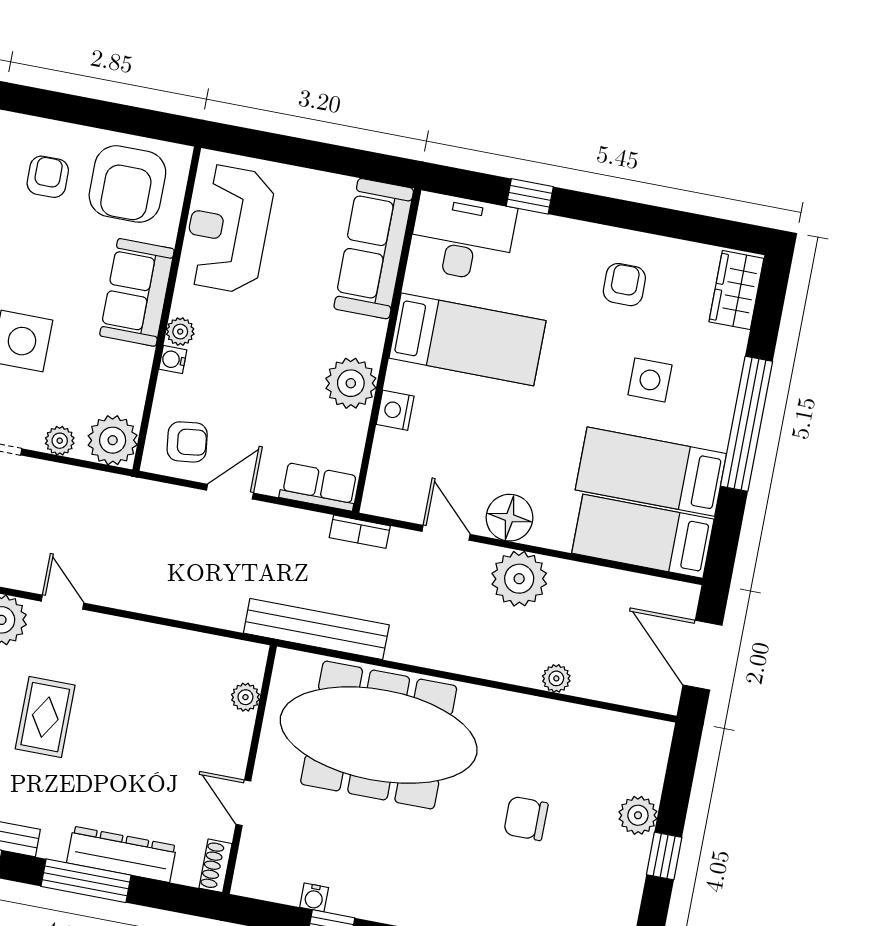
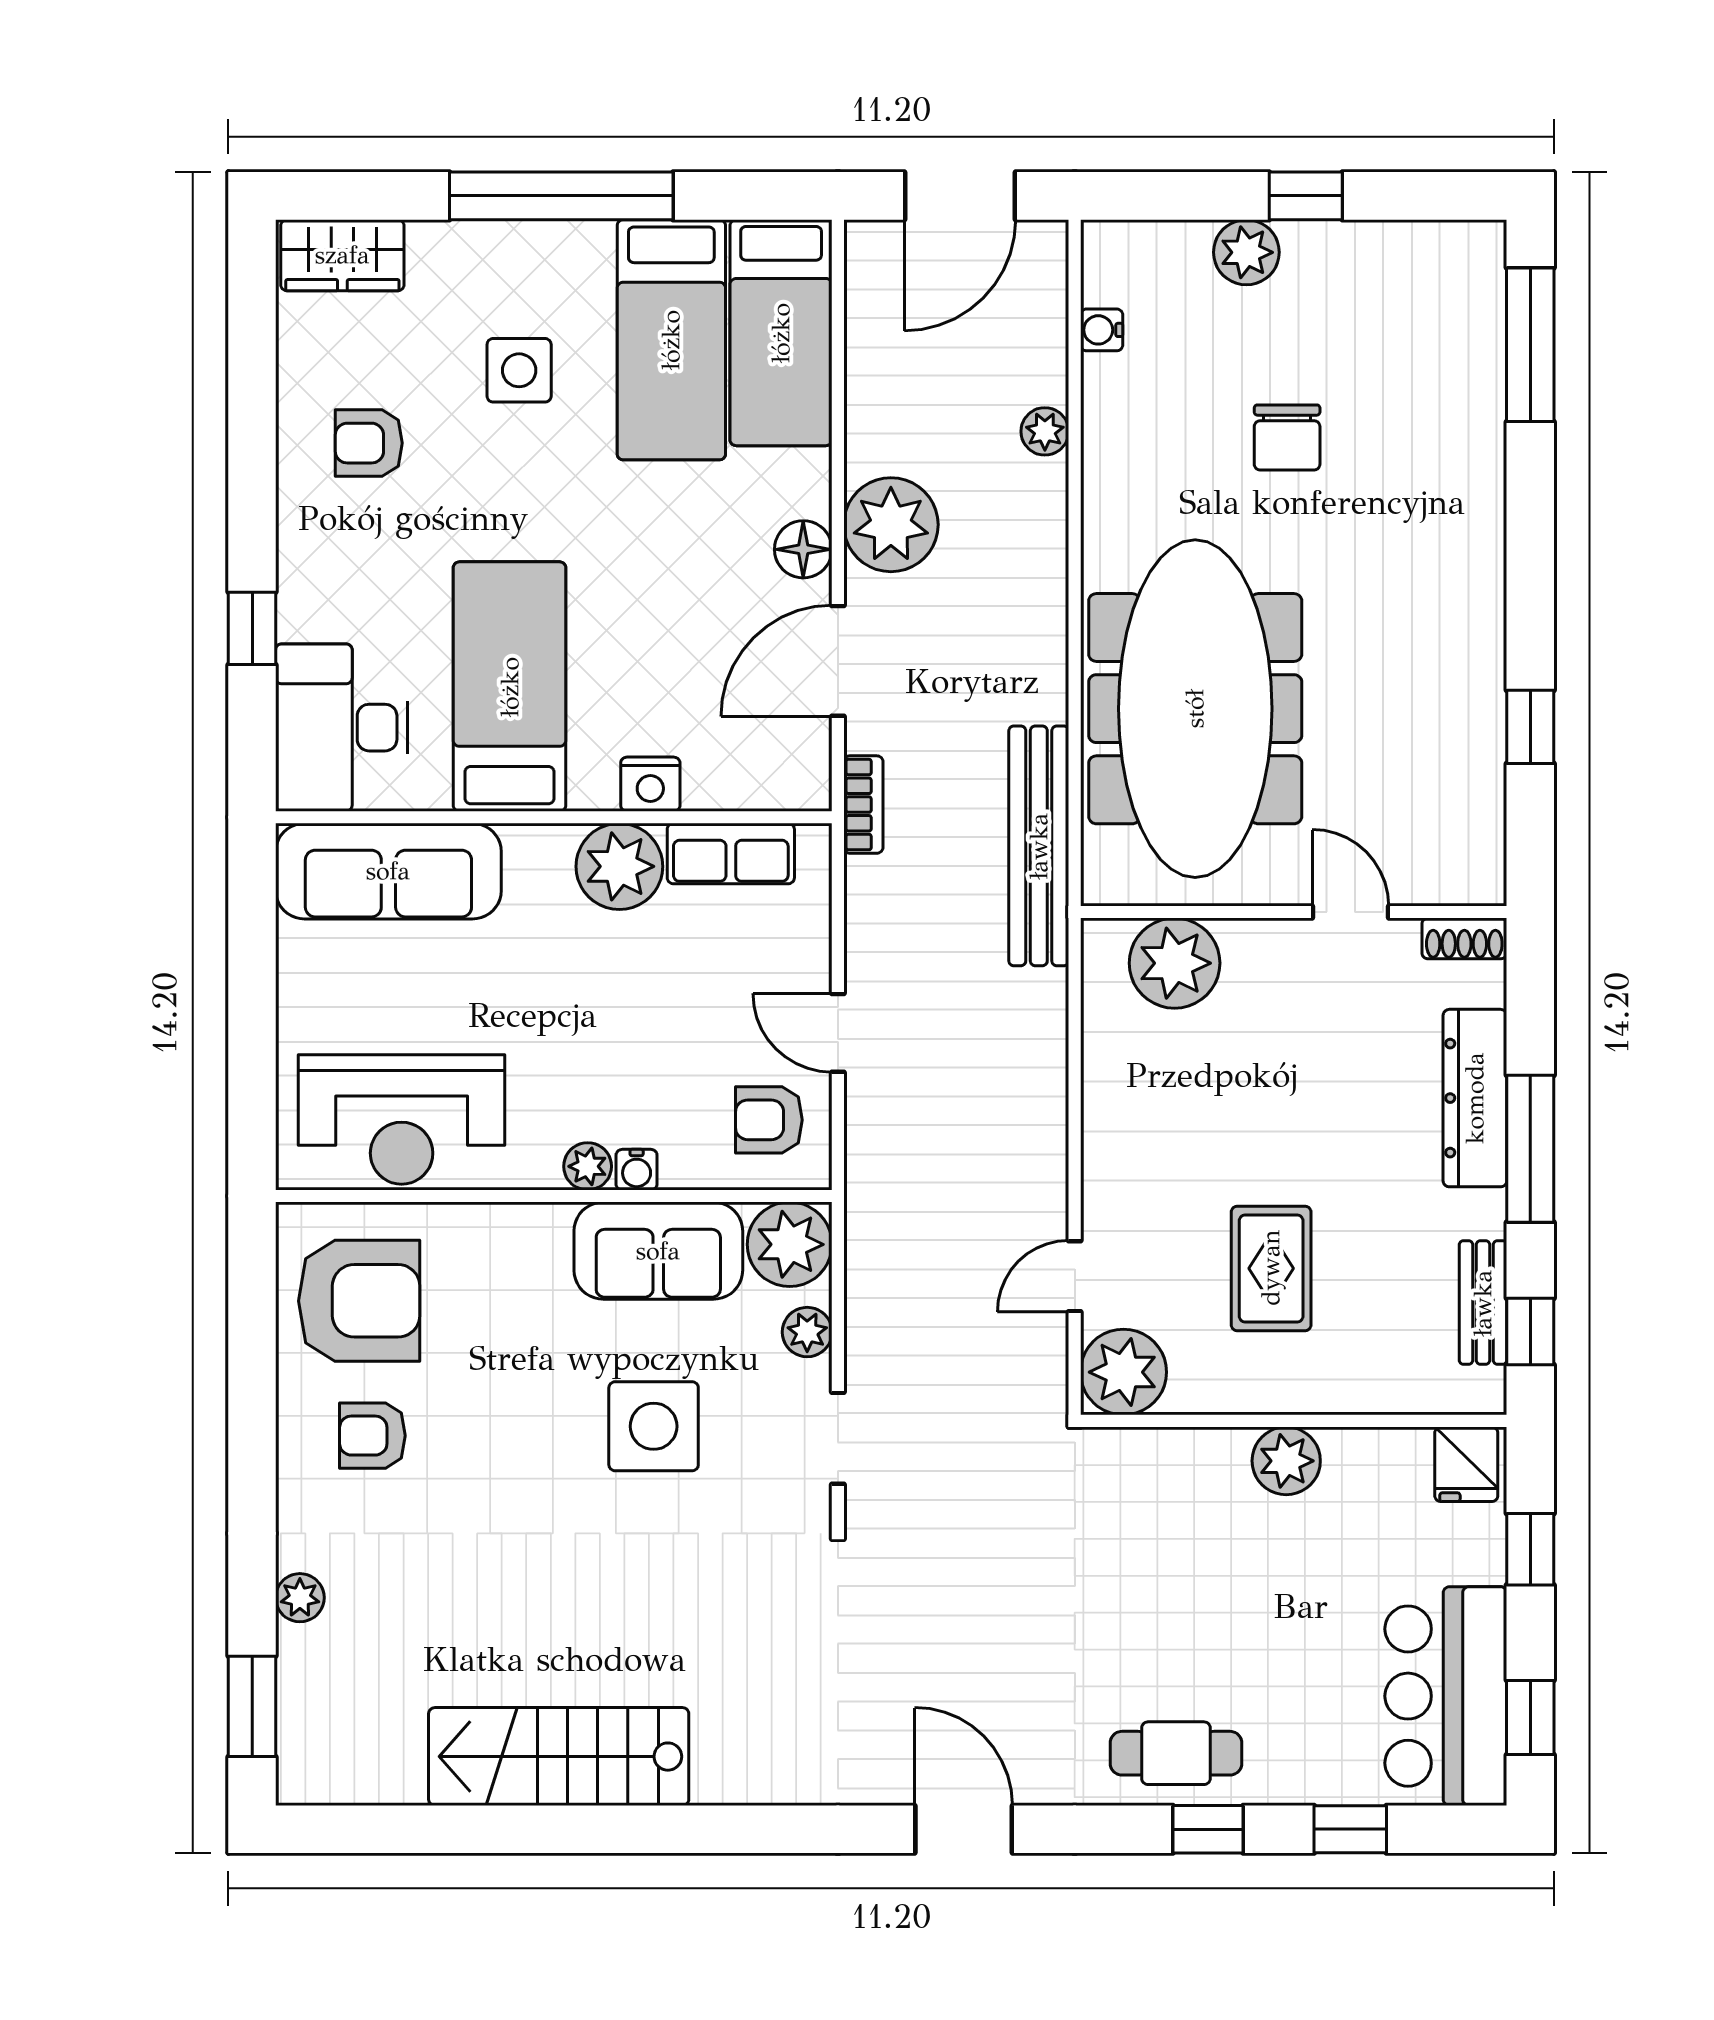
sofa: (137, 292) -> (658, 1251), moved
armchair: (187, 442) -> (769, 1120), turned -83
row of seats: (319, 487) -> (731, 854), moved, turned -90
floor lamp: (510, 518) -> (803, 549), width x0.73, depth x0.73
door: (446, 533) -> (838, 661), width x1.38
plant: (245, 697) -> (1175, 963), width x1.87, depth x1.87
rug: (45, 717) -> (1271, 1268), turned 90
door: (243, 803) -> (1350, 912), swing flipped
water cooler: (314, 897) -> (1102, 330), moved, turned 180

